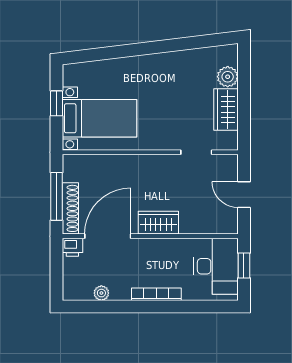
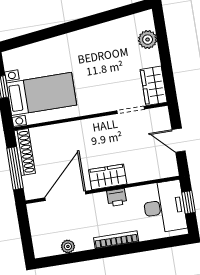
wardrobe: (226, 110) -> (154, 86), moved
shoe rack: (70, 208) -> (25, 152), moved
printer: (72, 247) -> (117, 197), moved

